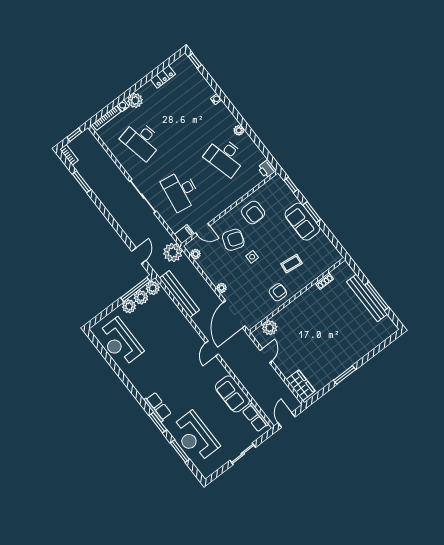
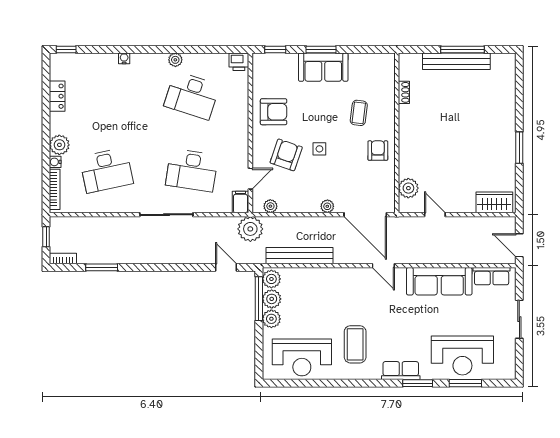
desk: (225, 156) -> (192, 96), turned 33
coffee table: (152, 368) -> (355, 344), added
sofa: (232, 394) -> (439, 281), width x1.36

